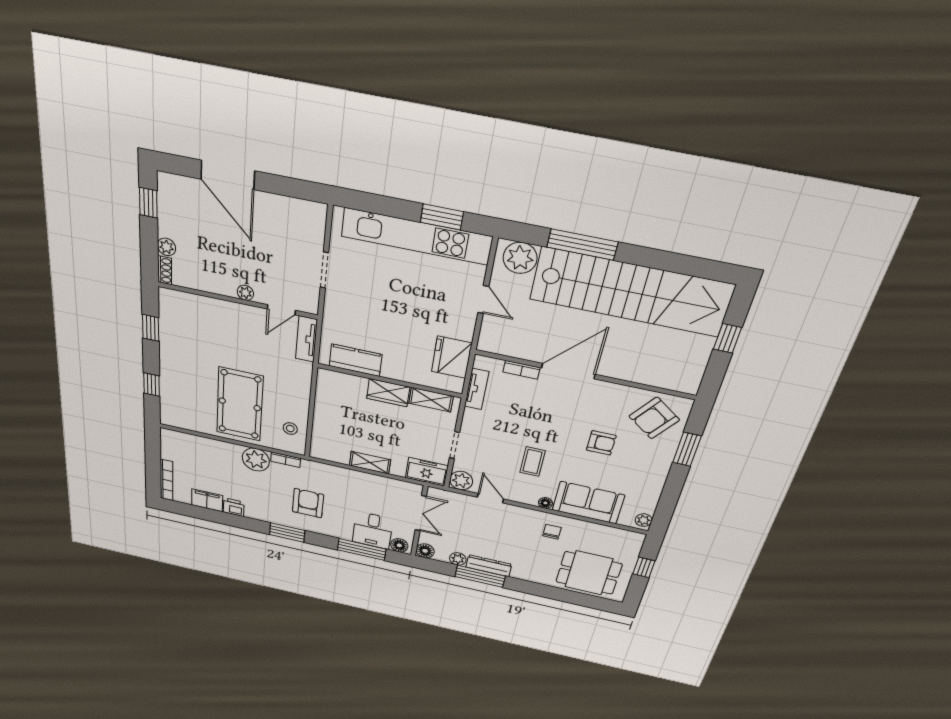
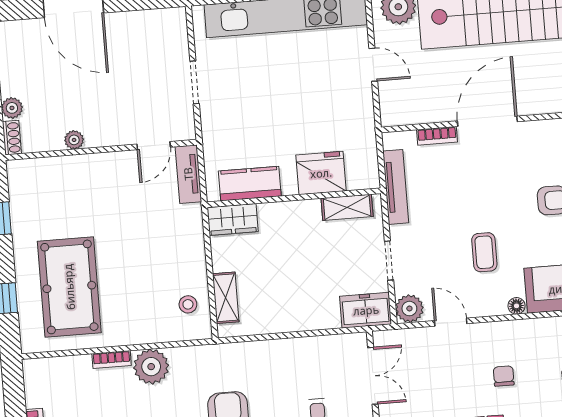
plant: (245, 293) -> (74, 140), moved
fridge: (452, 357) -> (321, 173), moved, turned 90
tv unit: (477, 389) -> (396, 187), width x1.41
wardrobe: (388, 393) -> (233, 219), moved
pool table: (240, 404) -> (69, 287), moved
bookcase: (286, 460) -> (112, 360), moved
shelving: (370, 463) -> (226, 298), moved, turned 90
chair: (552, 532) -> (504, 376), moved

